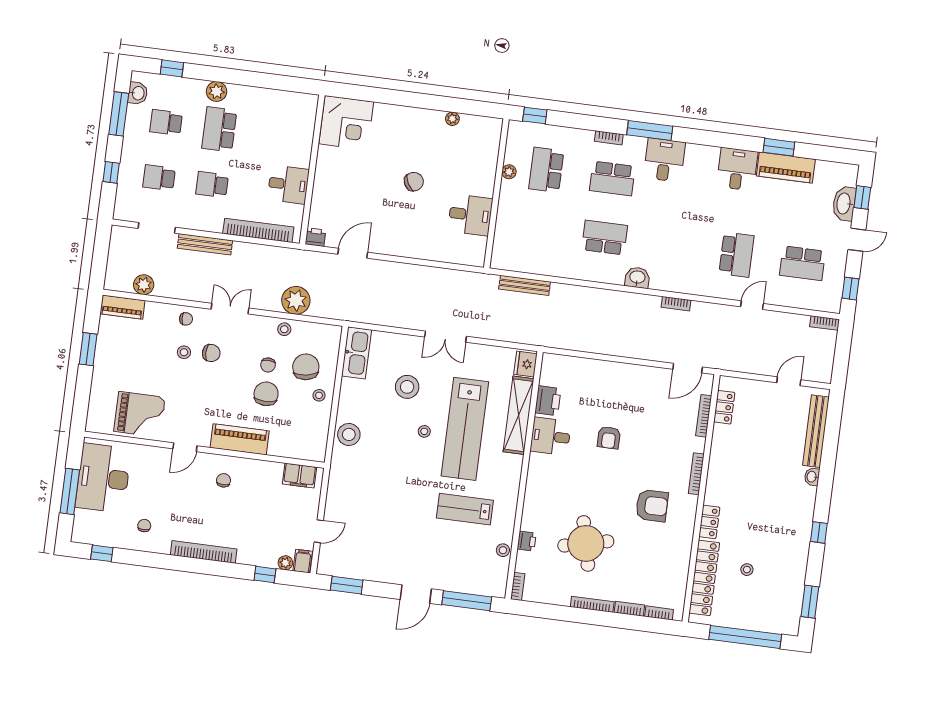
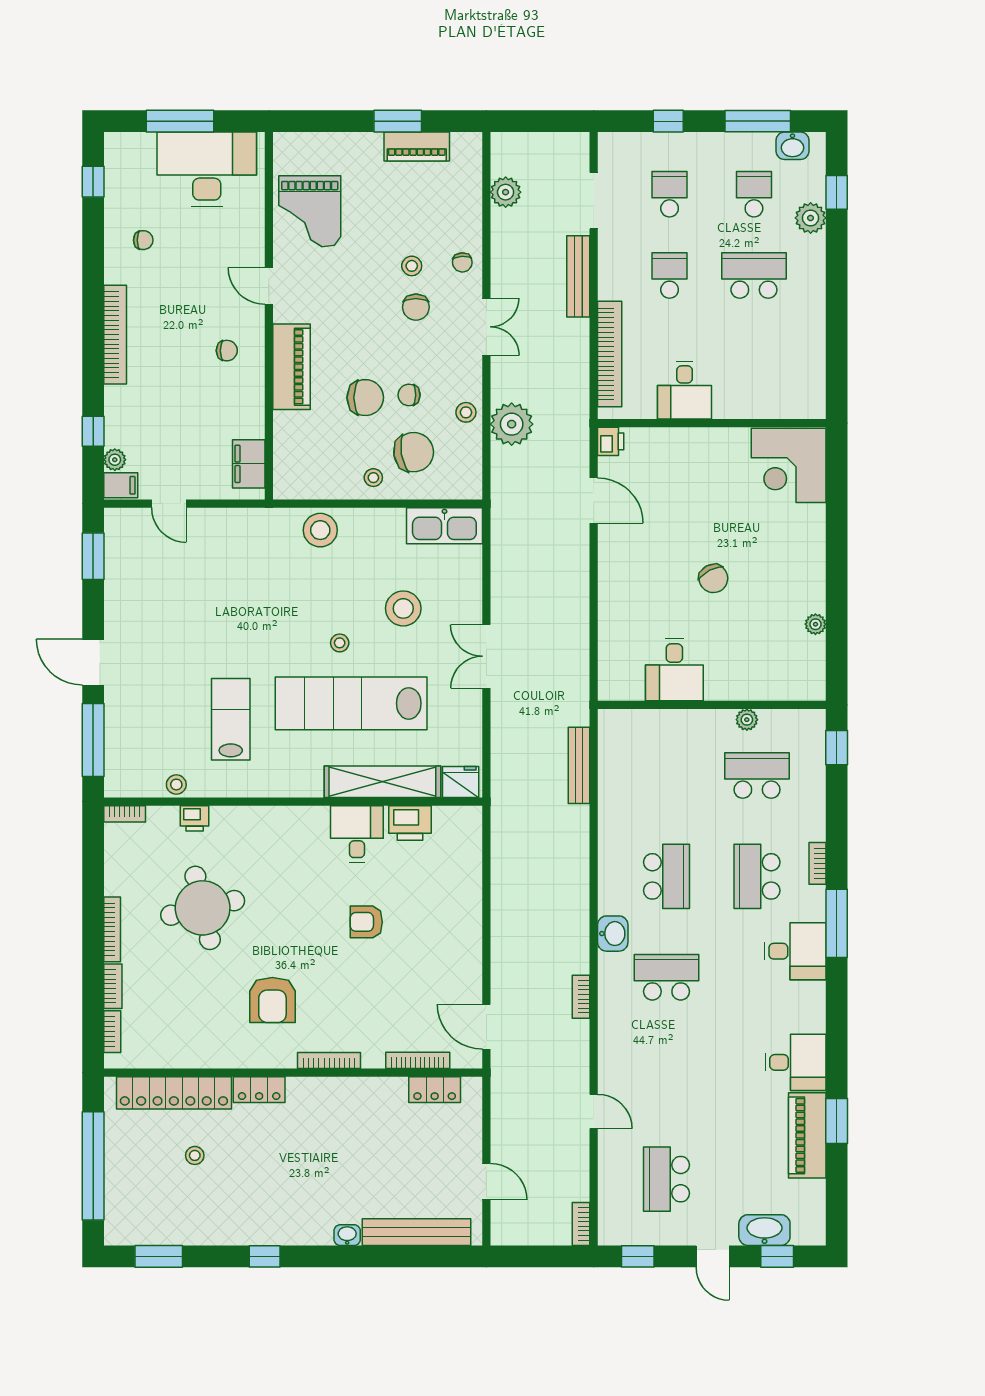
plant: (217, 91) -> (811, 218), moved
school desk: (736, 255) -> (667, 977), moved, turned 180
piano: (122, 307) -> (417, 147), moved, turned -90

